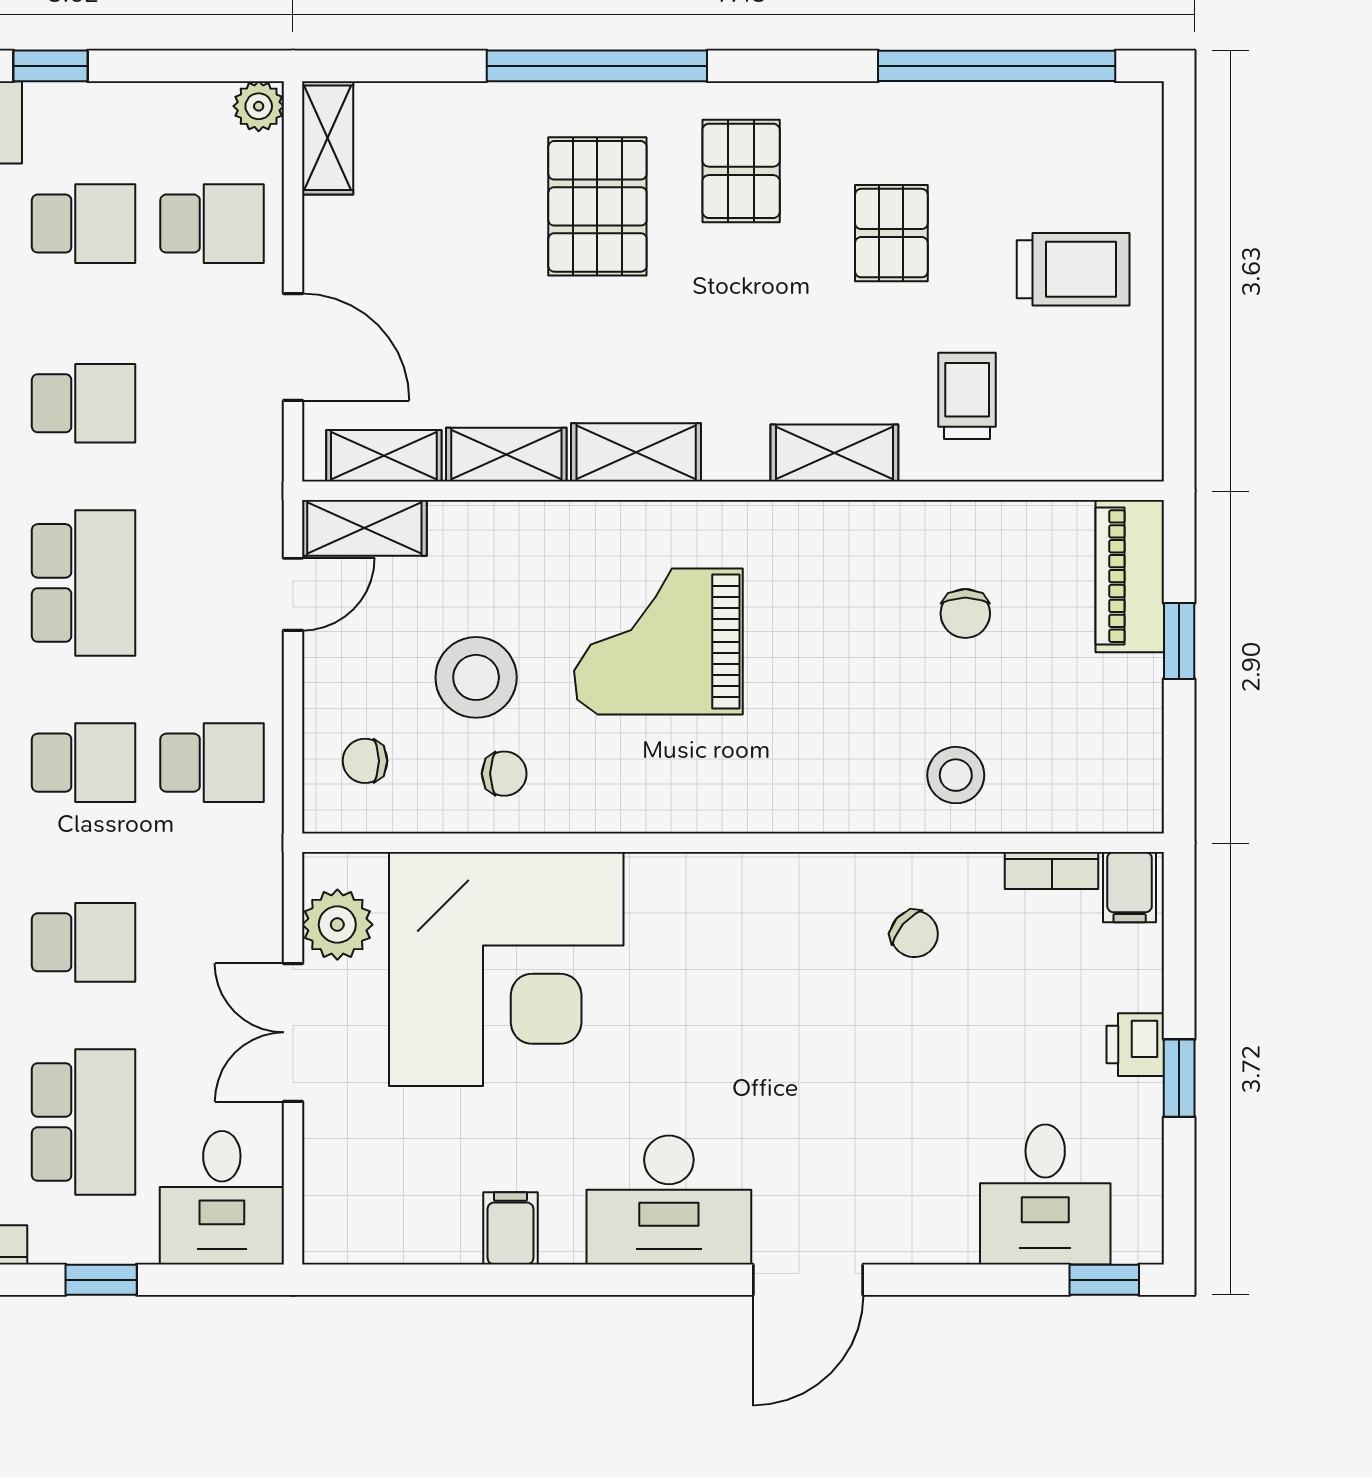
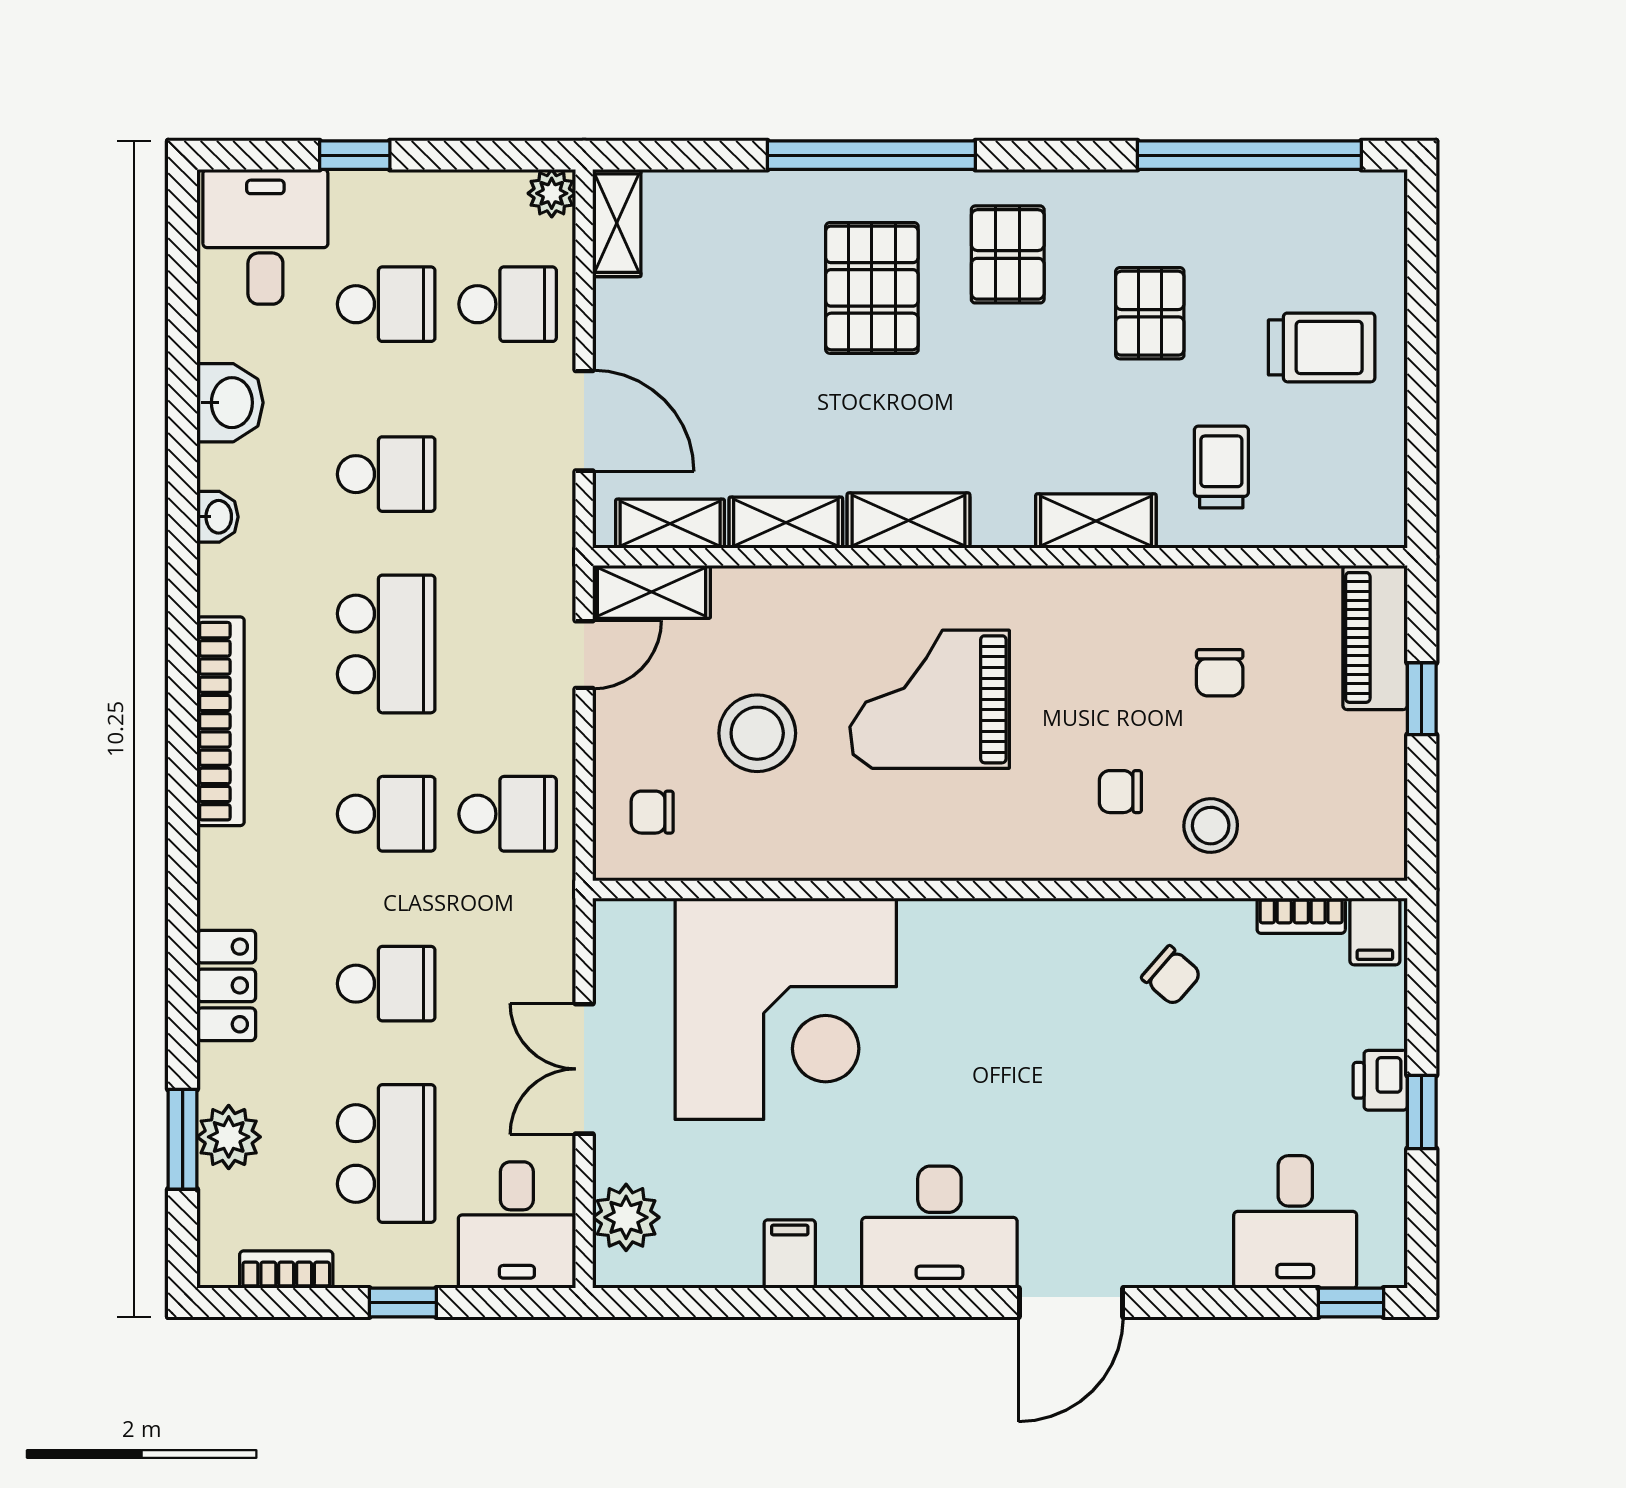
chair: (504, 774) -> (1120, 792), moved, turned 180
plant: (337, 925) -> (626, 1217), moved

